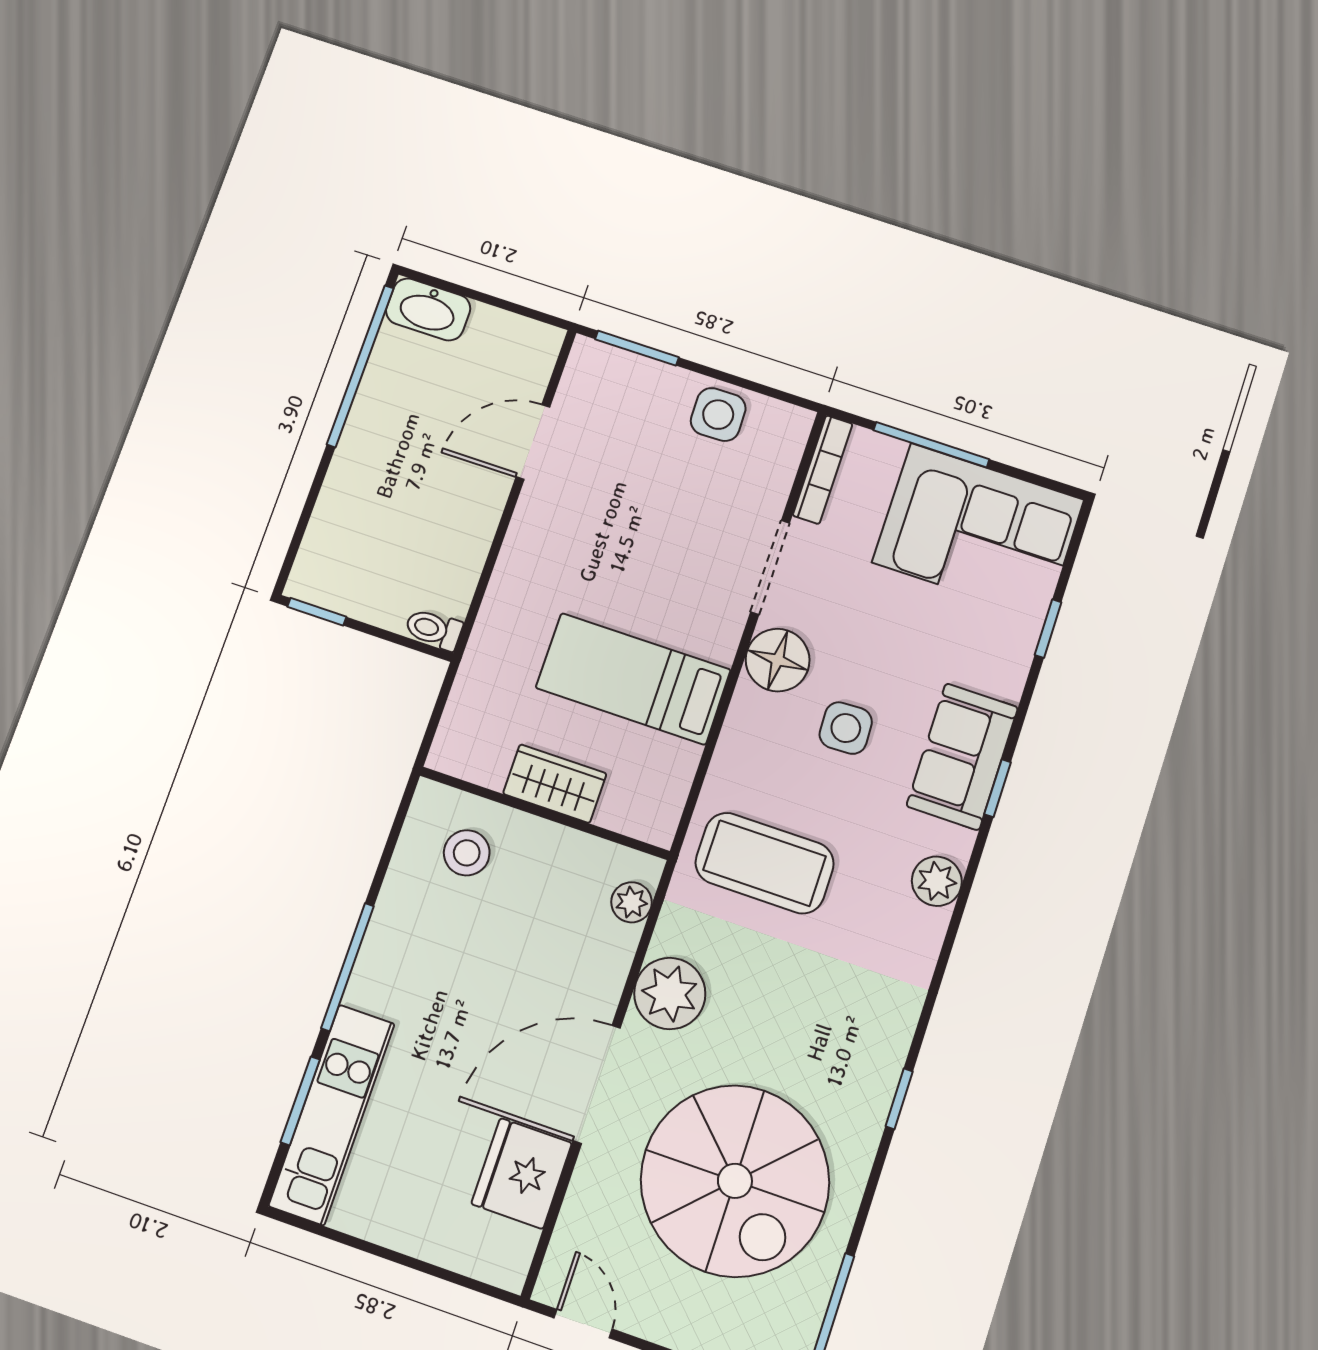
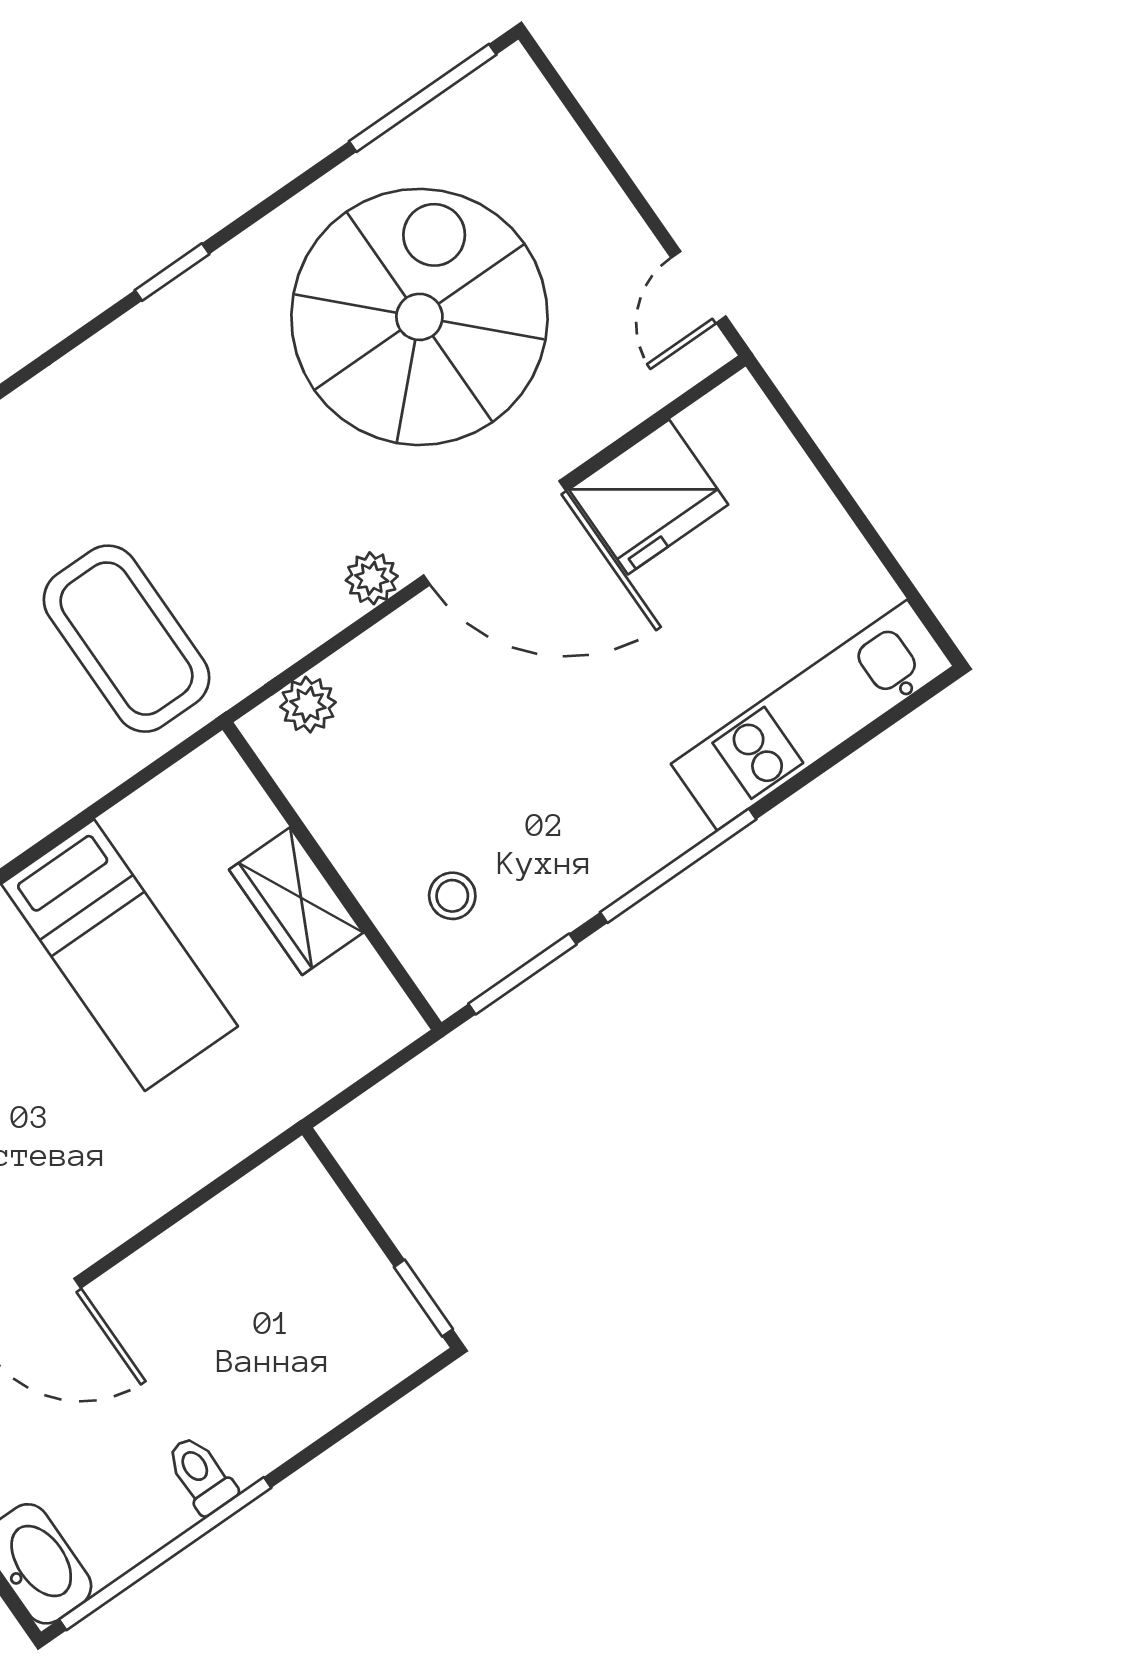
toilet: (434, 629) -> (201, 1475), moved, turned 180
stool: (467, 853) -> (452, 896), width x0.73, depth x0.73
plant: (670, 993) -> (372, 578), width x0.53, depth x0.53
window: (300, 1101) -> (522, 974), moved

